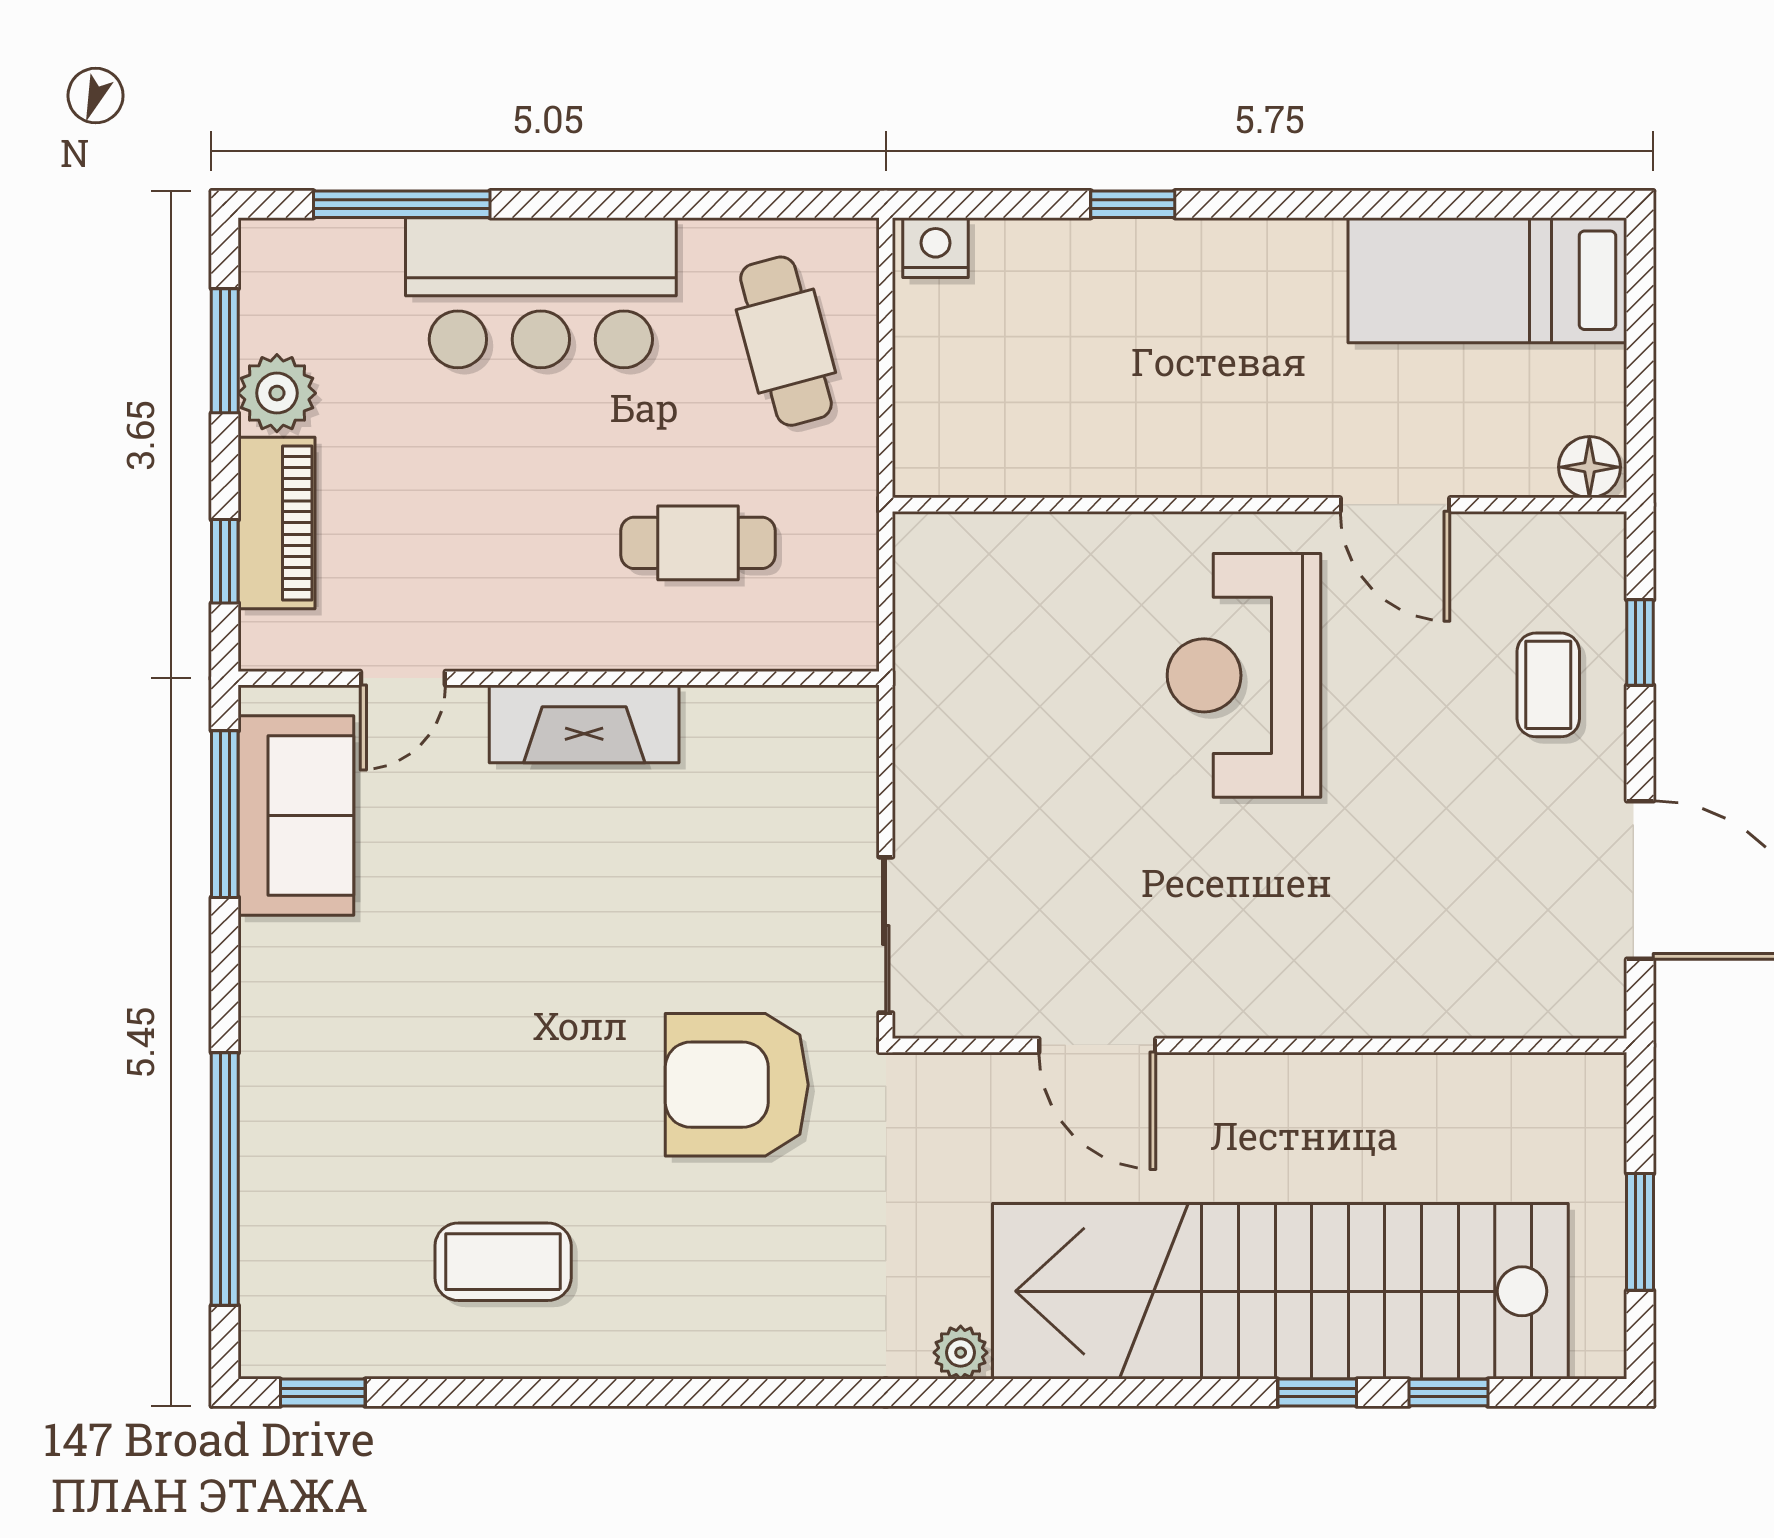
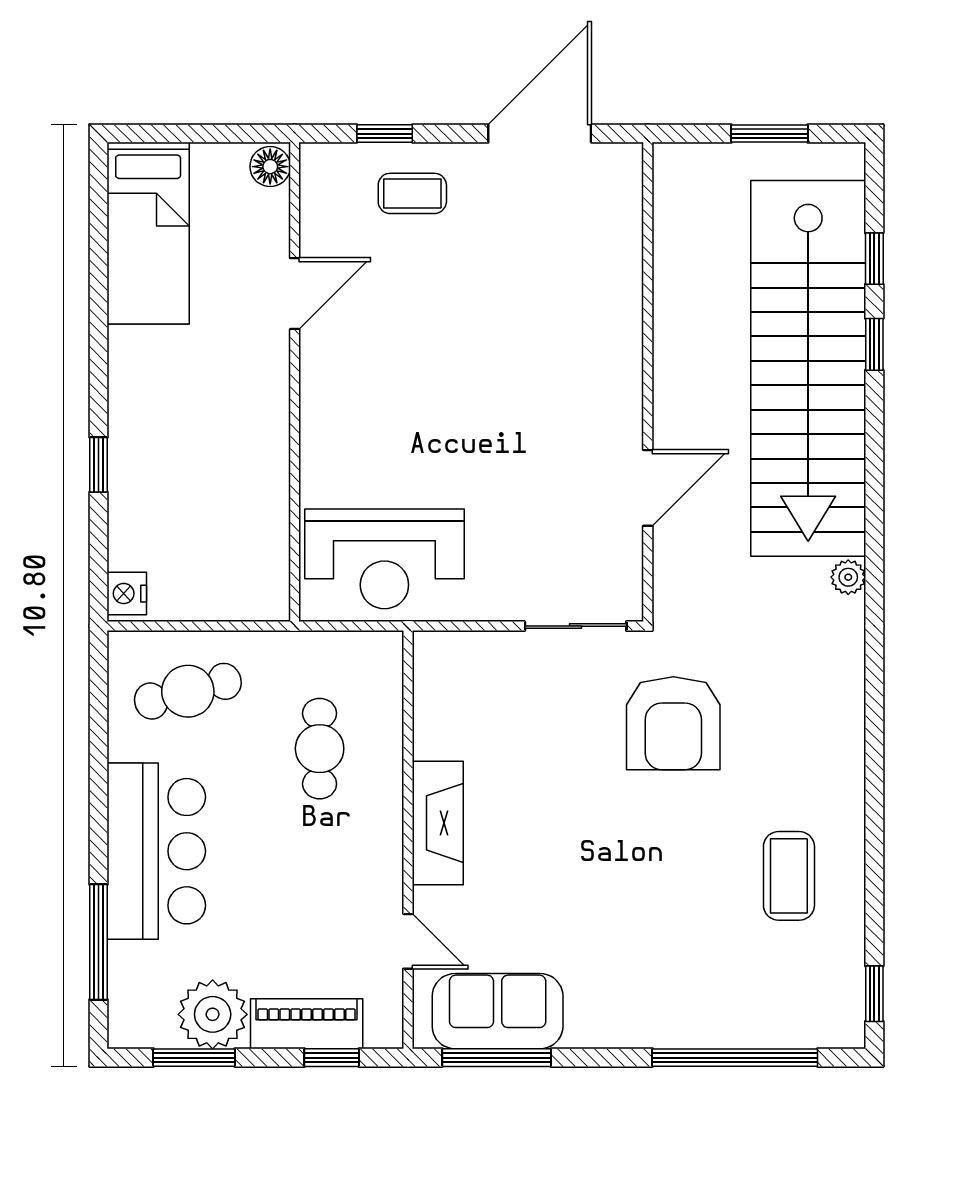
plant: (277, 393) -> (213, 1014), width x1.36, depth x1.36
reception desk: (1244, 675) -> (384, 559), moved

